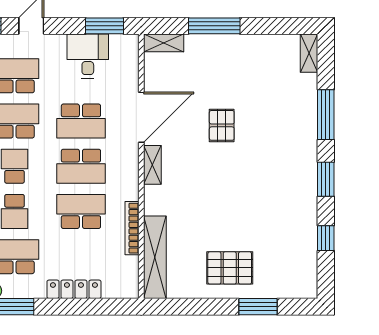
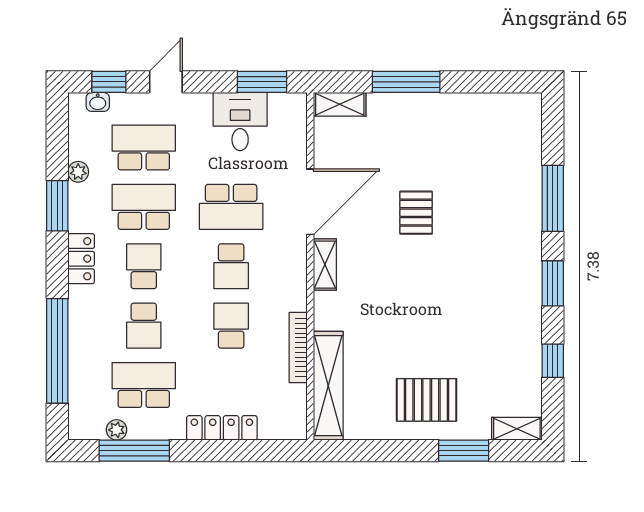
shelving: (309, 53) -> (517, 429), moved, turned 90
school desk: (81, 166) -> (231, 266), width x0.54
school desk: (81, 211) -> (231, 326), width x0.54

